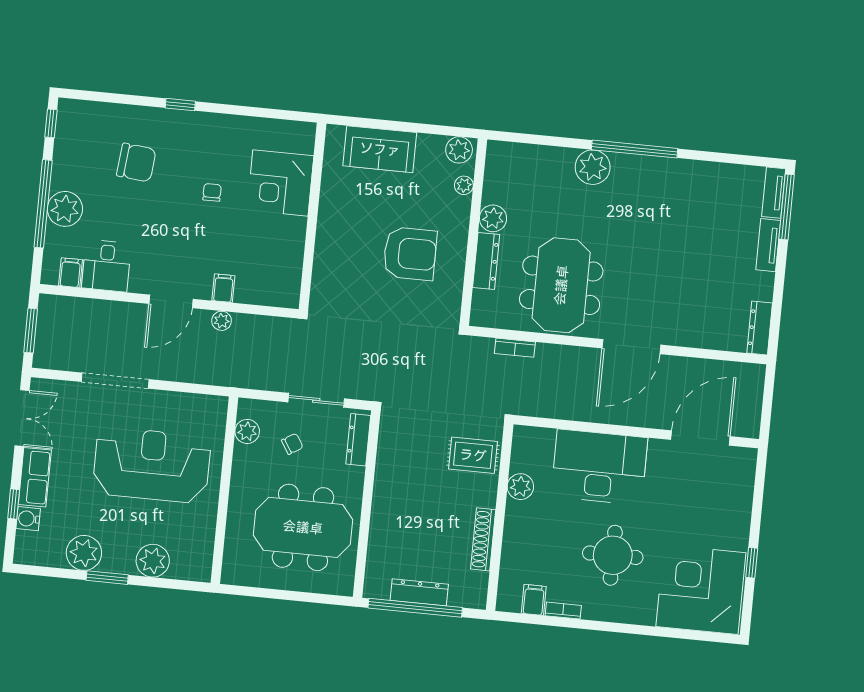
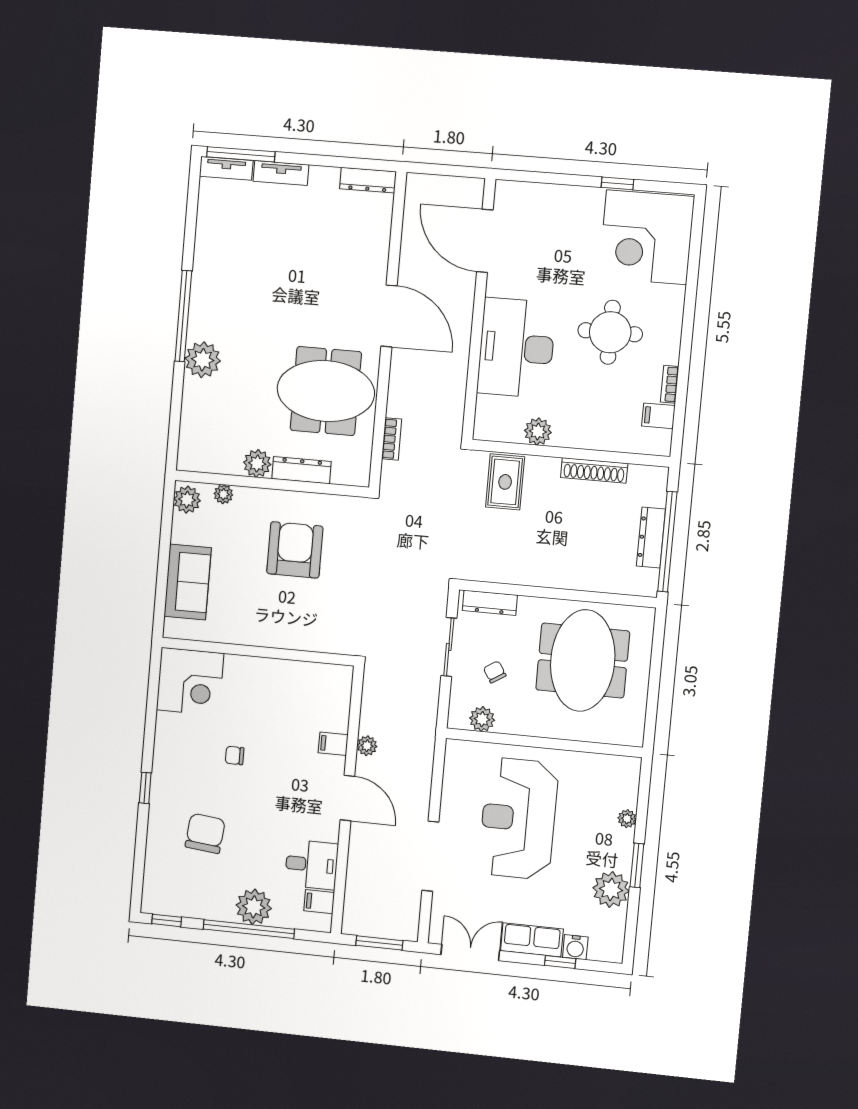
corner desk: (280, 183) -> (190, 682), moved
plant: (153, 561) -> (627, 819), width x0.53, depth x0.53

